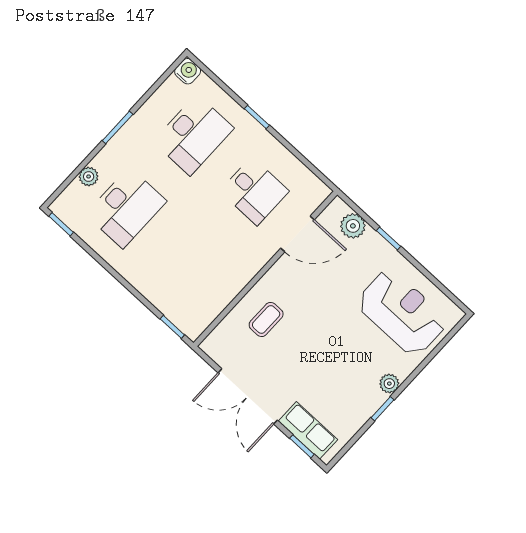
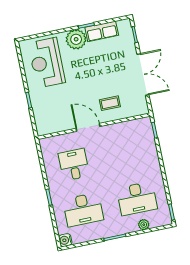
desk: (193, 135) -> (83, 210), turned 180
desk: (126, 208) -> (137, 198), turned 180
plant: (353, 226) -> (41, 117), removed
door: (298, 234) -> (88, 127), moved
plant: (389, 384) -> (76, 39), width x1.88, depth x1.88
row of seats: (308, 430) -> (102, 31), moved, turned -90

